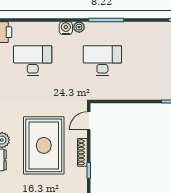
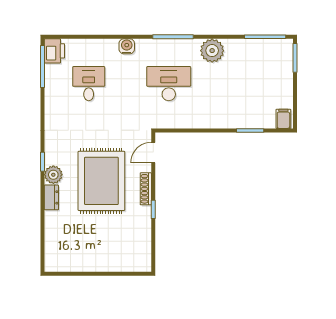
plant: (79, 27) -> (212, 51), moved, width x1.88, depth x1.88
desk: (33, 61) -> (89, 84), width x0.73

